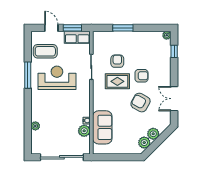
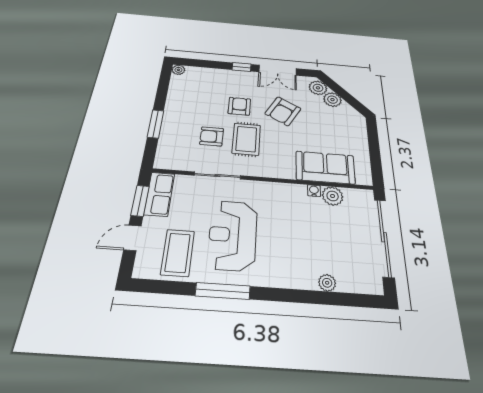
window: (174, 51) -> (242, 67), moved
plant: (144, 143) -> (318, 88), moved

